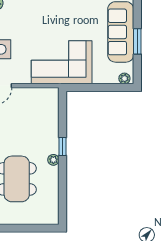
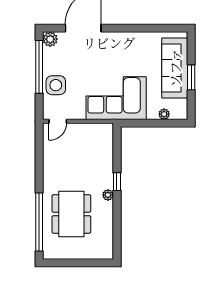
plant: (124, 78) -> (164, 114), moved

